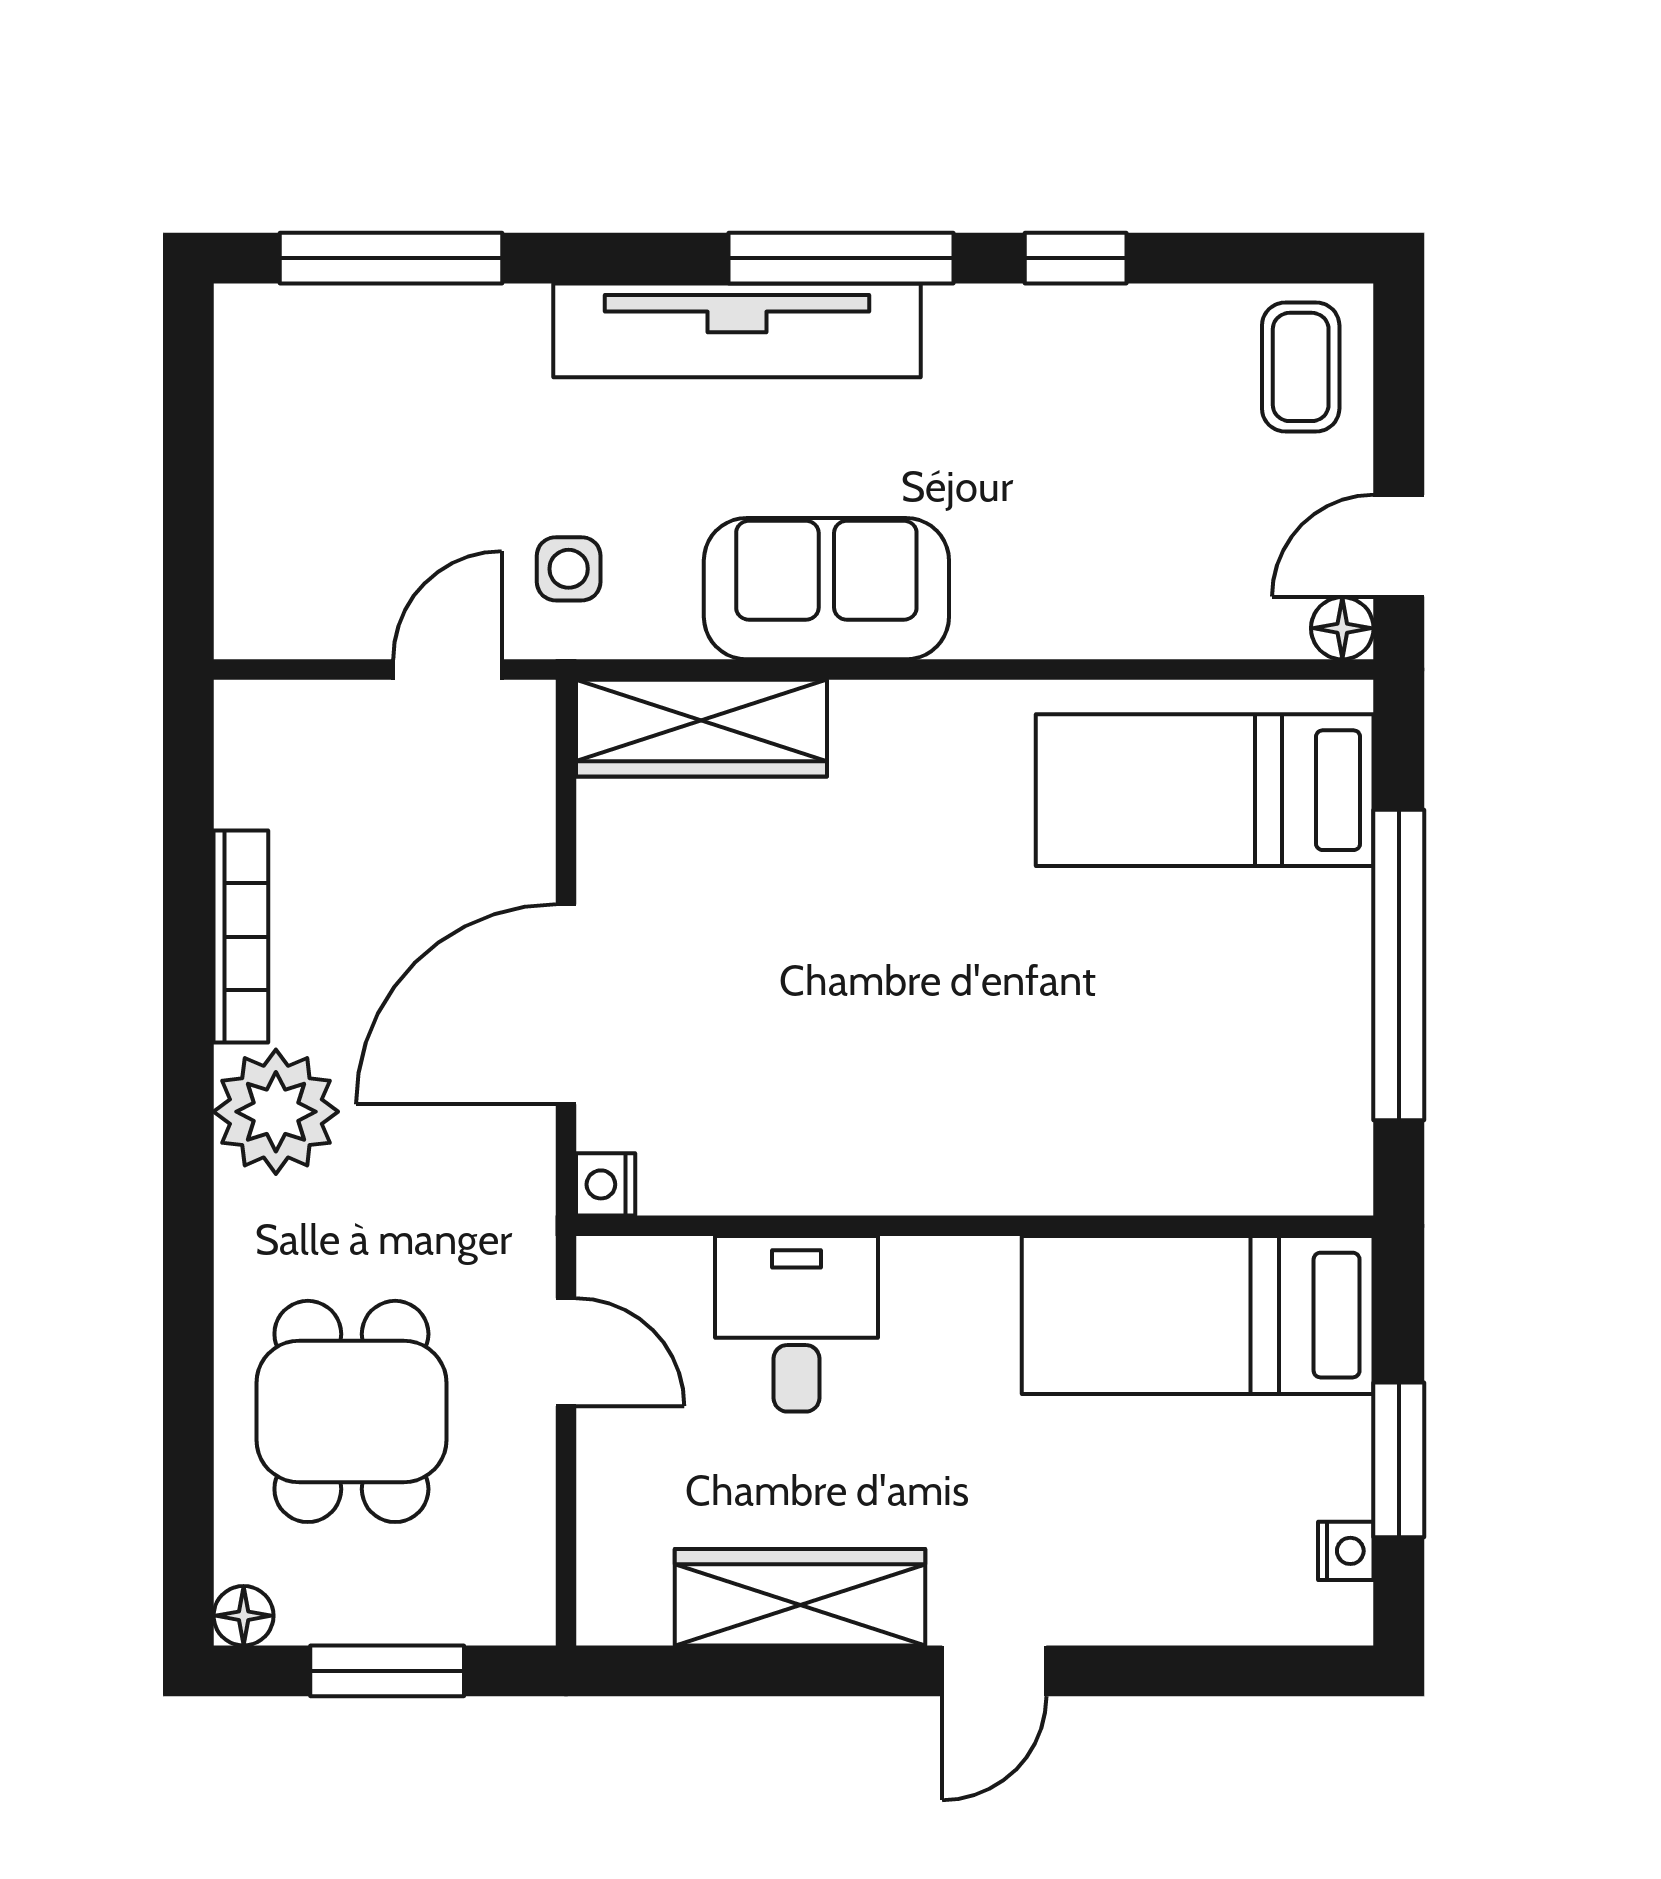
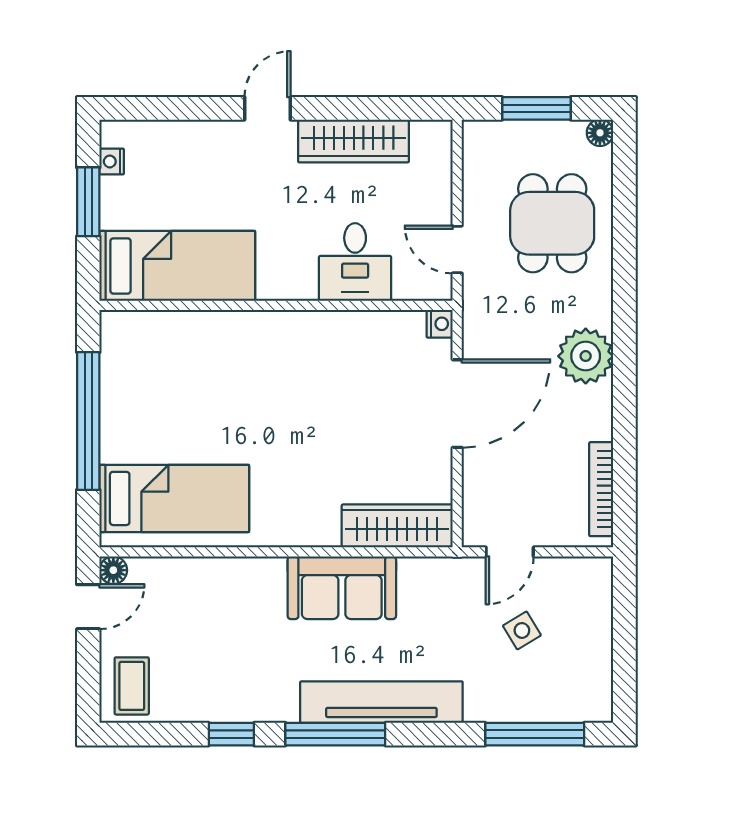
side table: (569, 569) -> (522, 630), moved, turned -31
bookcase: (241, 937) -> (601, 489), moved

